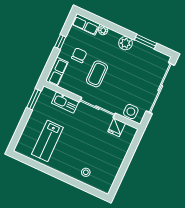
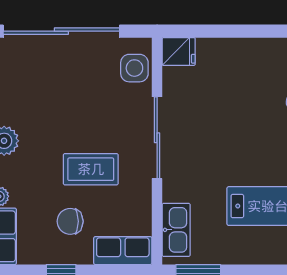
kitchen sink: (65, 102) -> (176, 230), moved
fridge: (117, 127) -> (179, 52), moved

